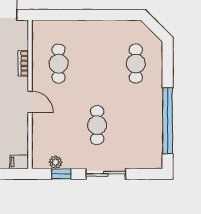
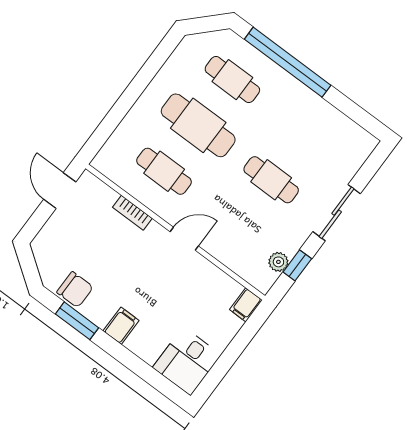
cafe table: (97, 64) -> (198, 125), added
window: (168, 121) -> (288, 62), moved

